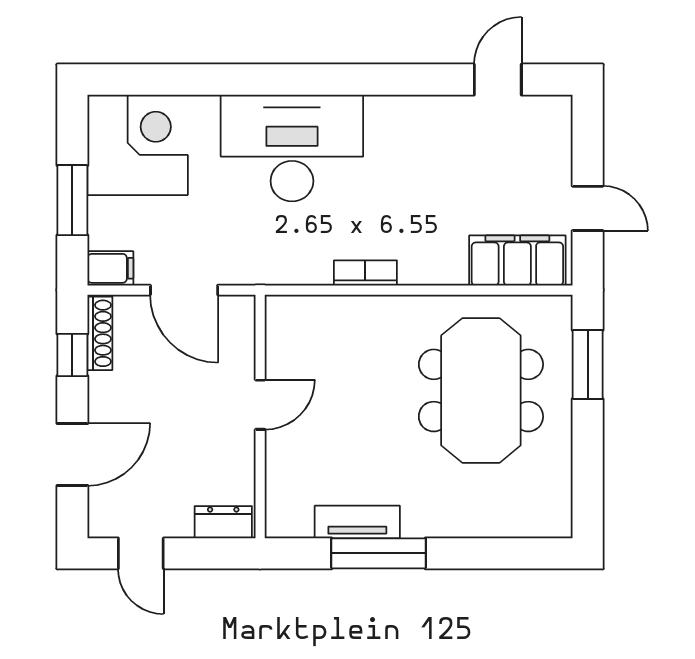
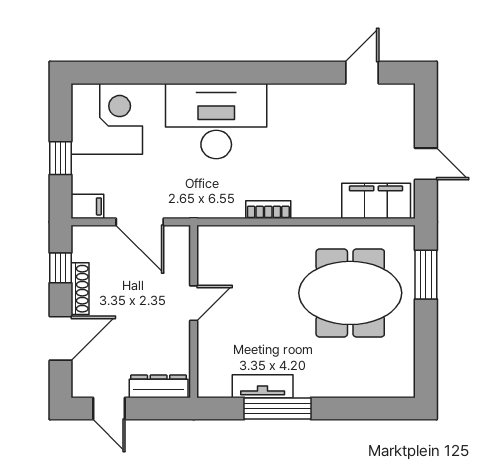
window: (72, 200) -> (61, 158), width x0.67
shoe rack: (100, 333) -> (80, 289), moved
meeting table: (481, 390) -> (350, 293), turned 90
dresser: (223, 522) -> (159, 386), width x1.44

